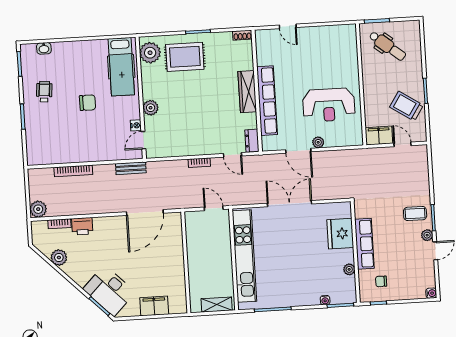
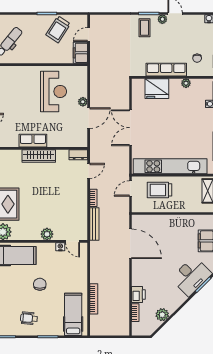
row of seats: (267, 101) -> (33, 141), width x0.50
hospital bed: (52, 146) -> (73, 314), added
bench: (131, 168) -> (94, 224), moved, width x1.36
plant: (38, 209) -> (123, 329), removed
trolley: (214, 245) -> (160, 190), added

